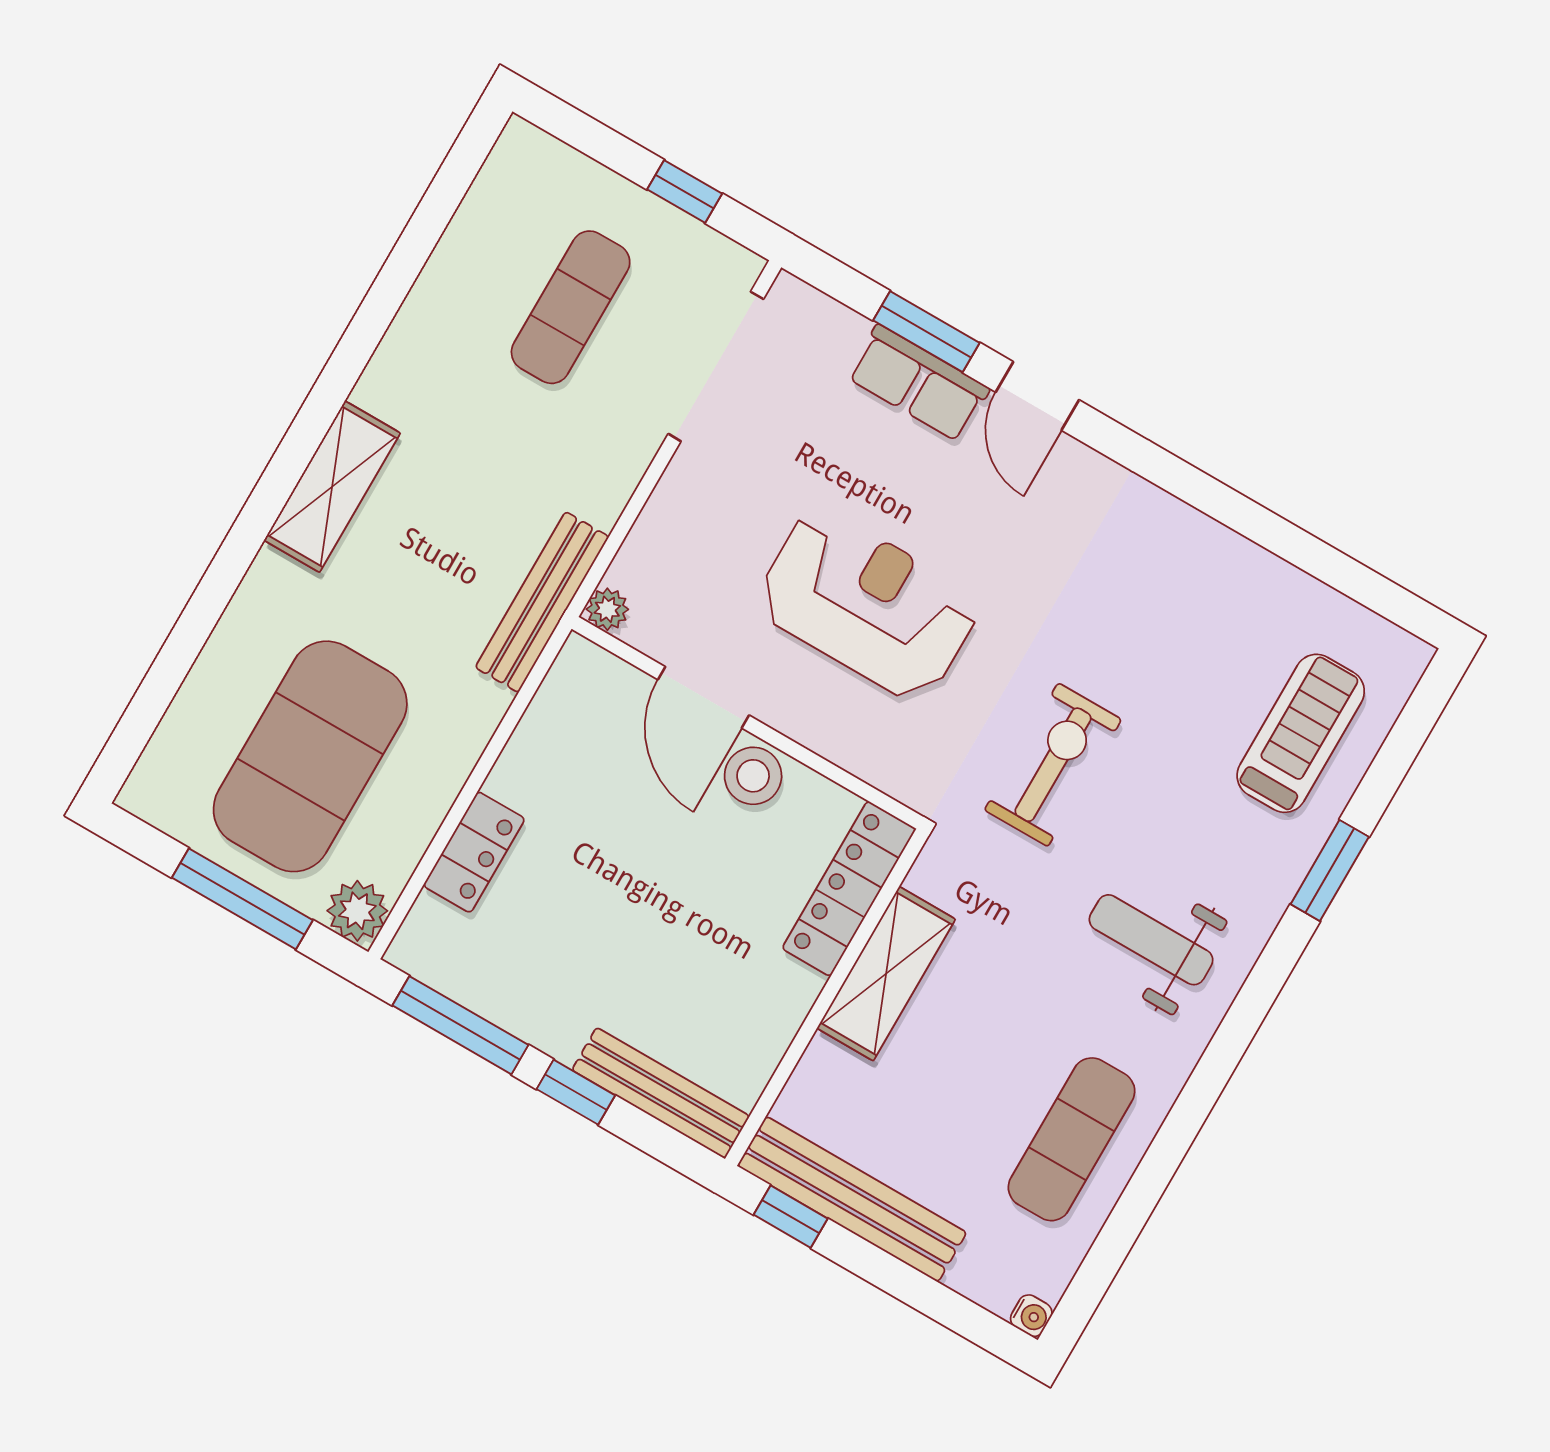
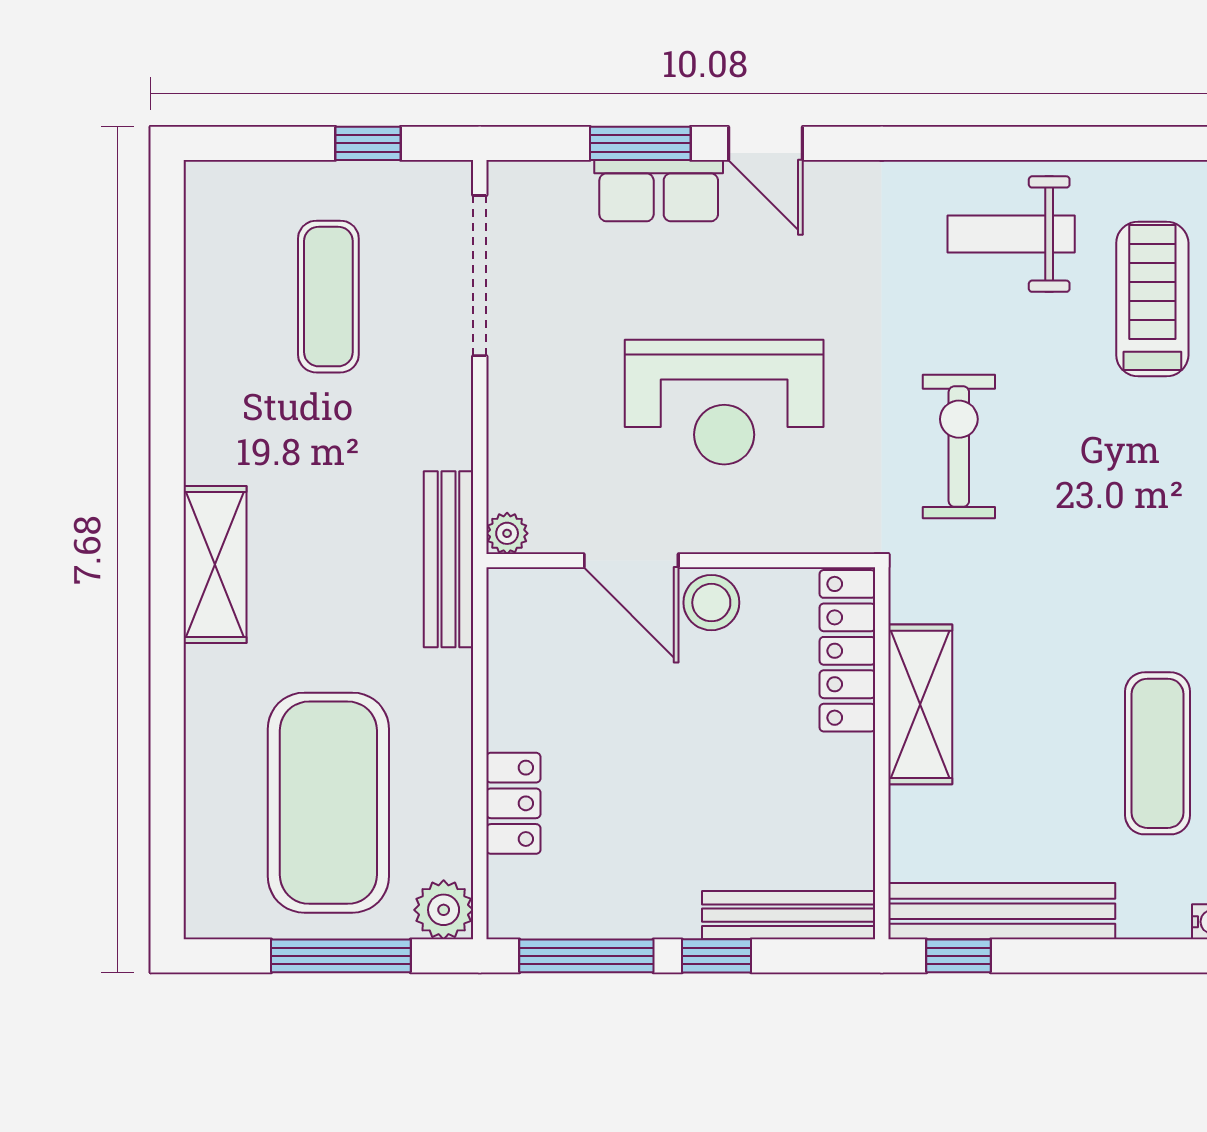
reception desk: (868, 605) -> (724, 402), turned 180
weight bench: (1151, 940) -> (1011, 234), moved

